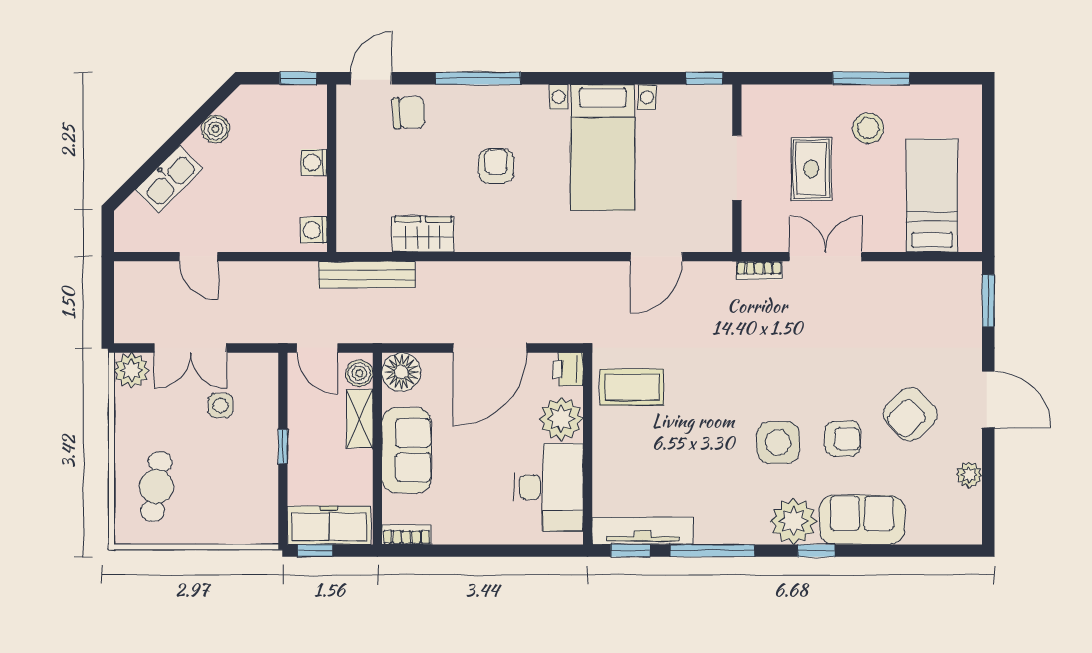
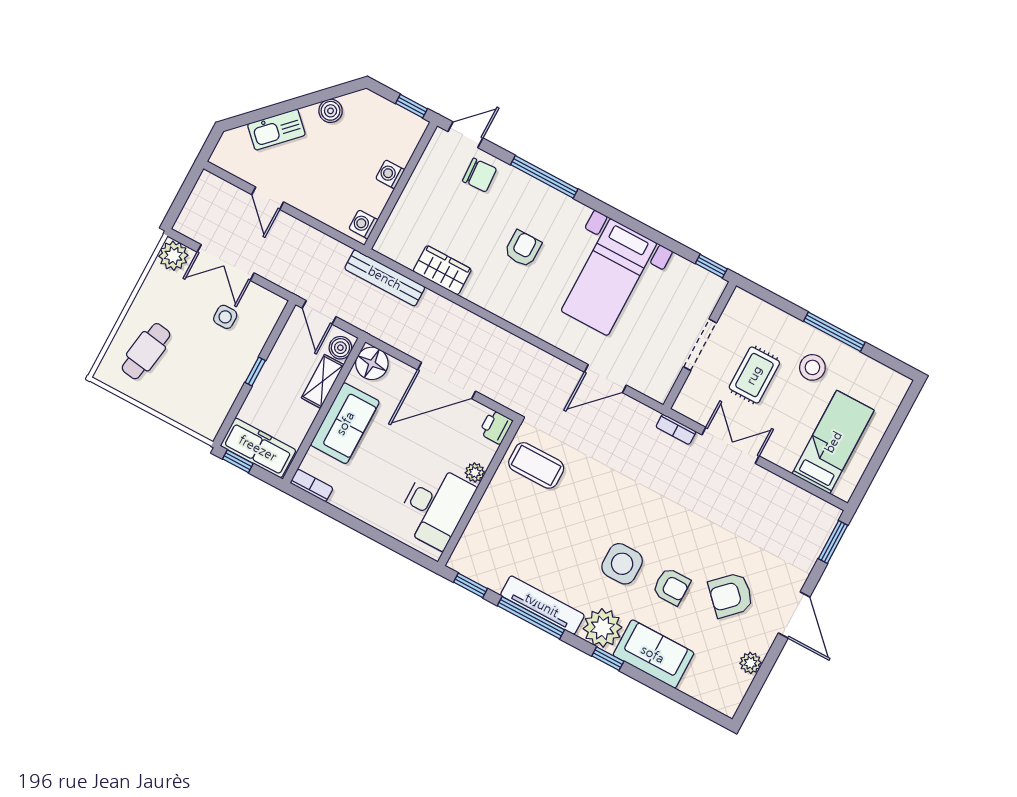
plant: (561, 419) -> (475, 472), width x0.53, depth x0.53
tv unit: (643, 531) -> (542, 605), moved

